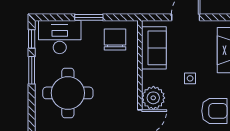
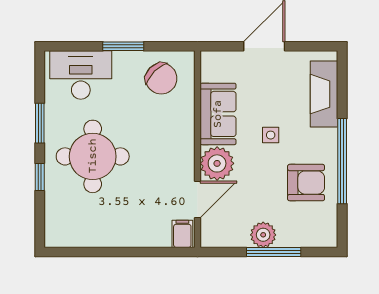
window: (32, 39) -> (40, 177), moved
chair: (115, 39) -> (161, 78), turned 135
sofa: (154, 48) -> (218, 114), moved

